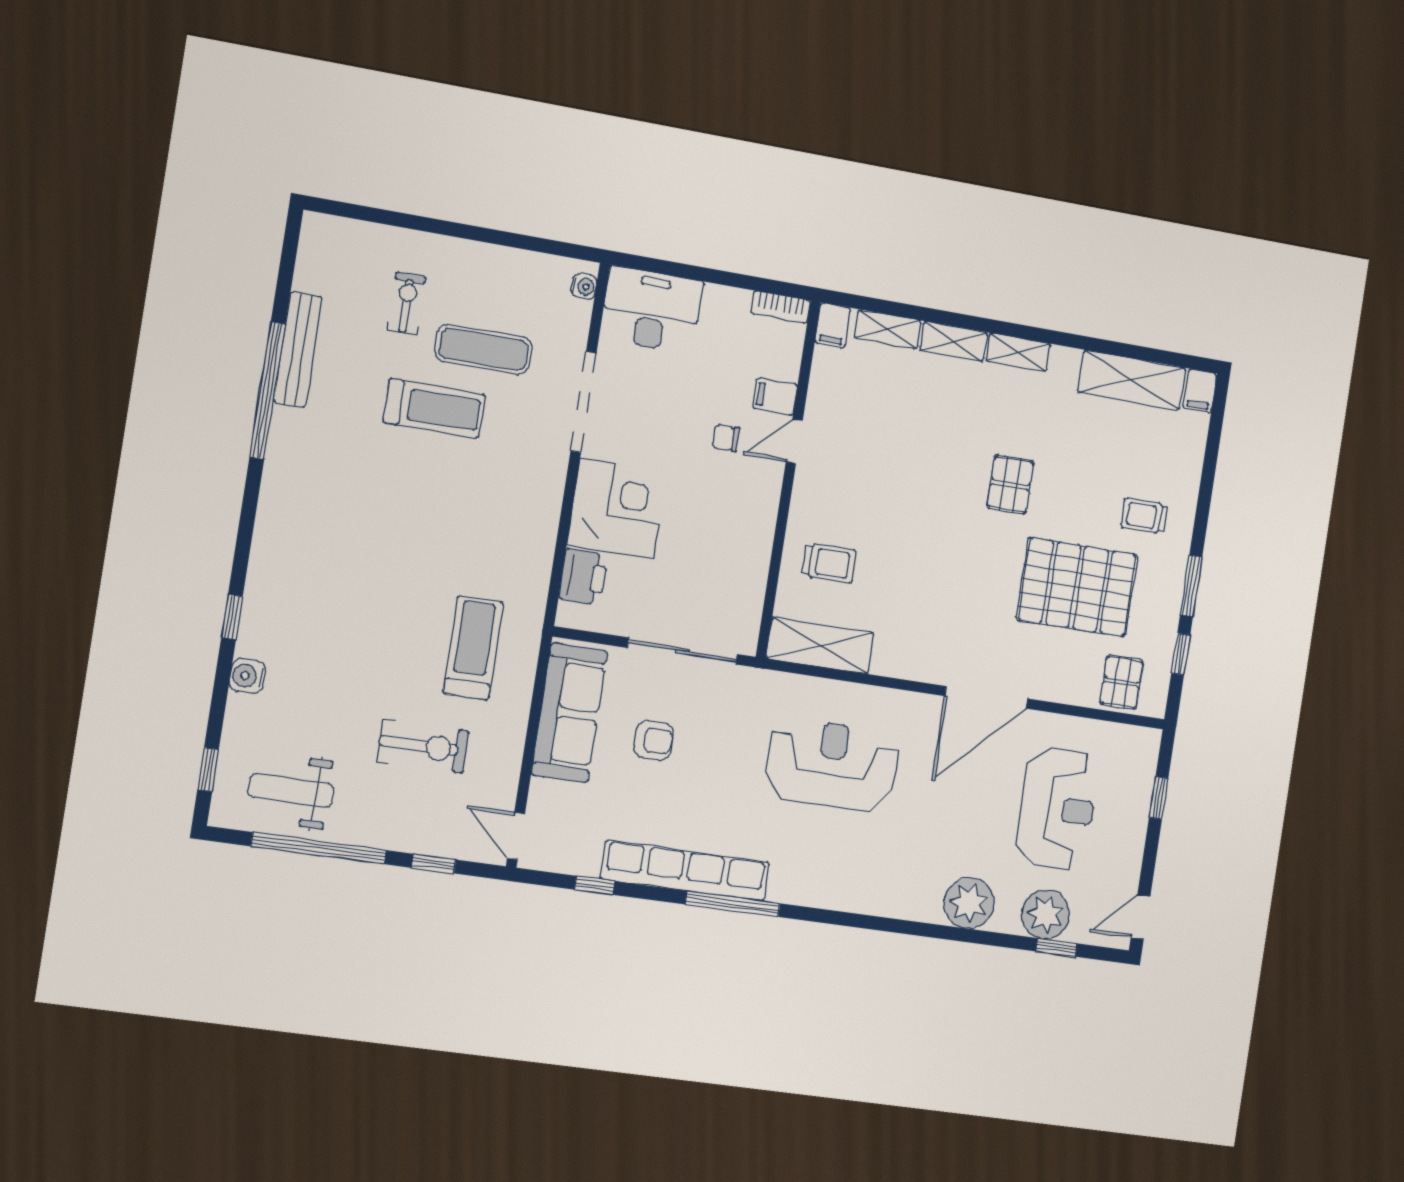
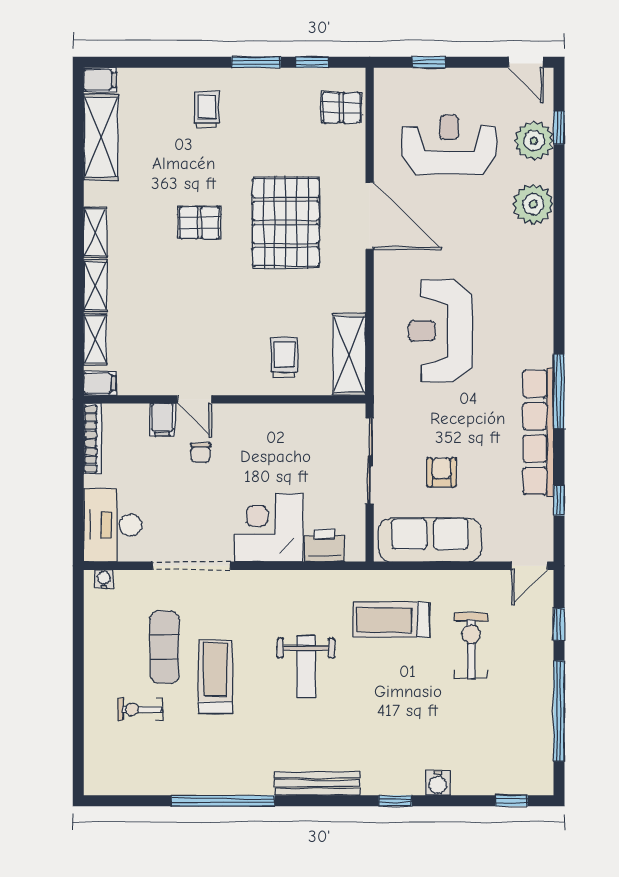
bookcase: (781, 307) -> (93, 439), width x1.56
bench: (298, 350) -> (318, 783), moved
trolley: (1144, 516) -> (207, 110), turned 180
pallet: (1077, 587) -> (286, 222), moved
weight bench: (291, 790) -> (306, 667), moved

